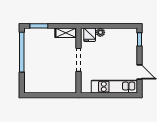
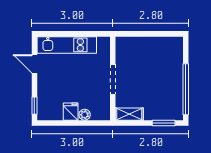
fridge: (90, 35) -> (71, 112), moved

